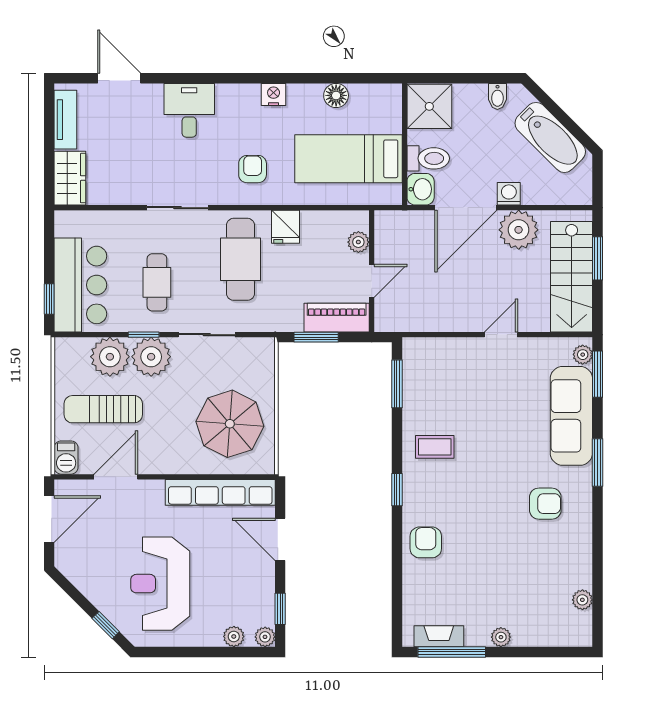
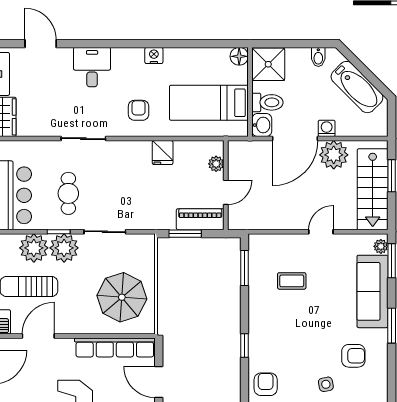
floor lamp: (336, 95) -> (239, 56), moved
cafe table: (240, 259) -> (130, 176), removed
coffee table: (435, 447) -> (292, 281), moved
side table: (508, 542) -> (326, 384), added

